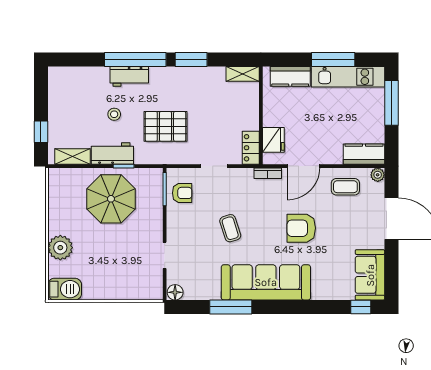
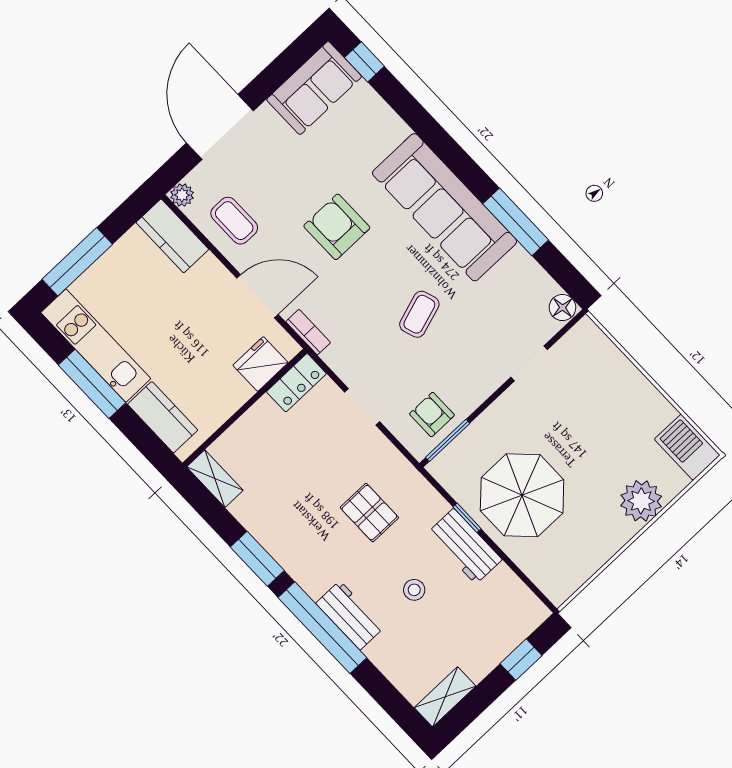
pallet: (165, 126) -> (369, 513), width x0.67, depth x0.71
shelving: (72, 156) -> (445, 697), moved, turned 90
armchair: (301, 228) -> (337, 227), turned 180

